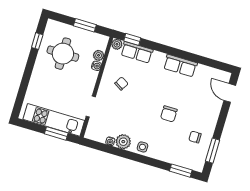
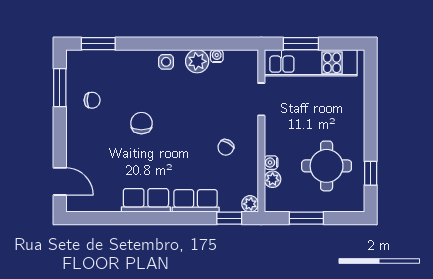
row of seats: (137, 52) -> (196, 201), moved

